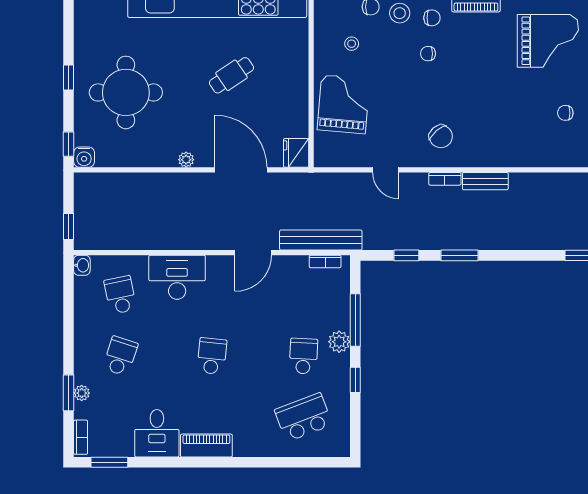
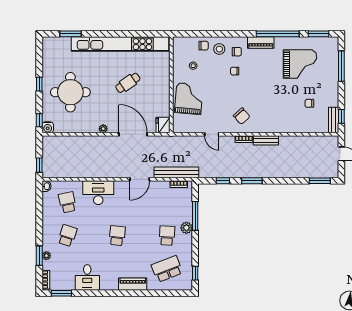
window: (355, 380) -> (195, 273), moved
piano: (206, 446) -> (133, 284), moved

